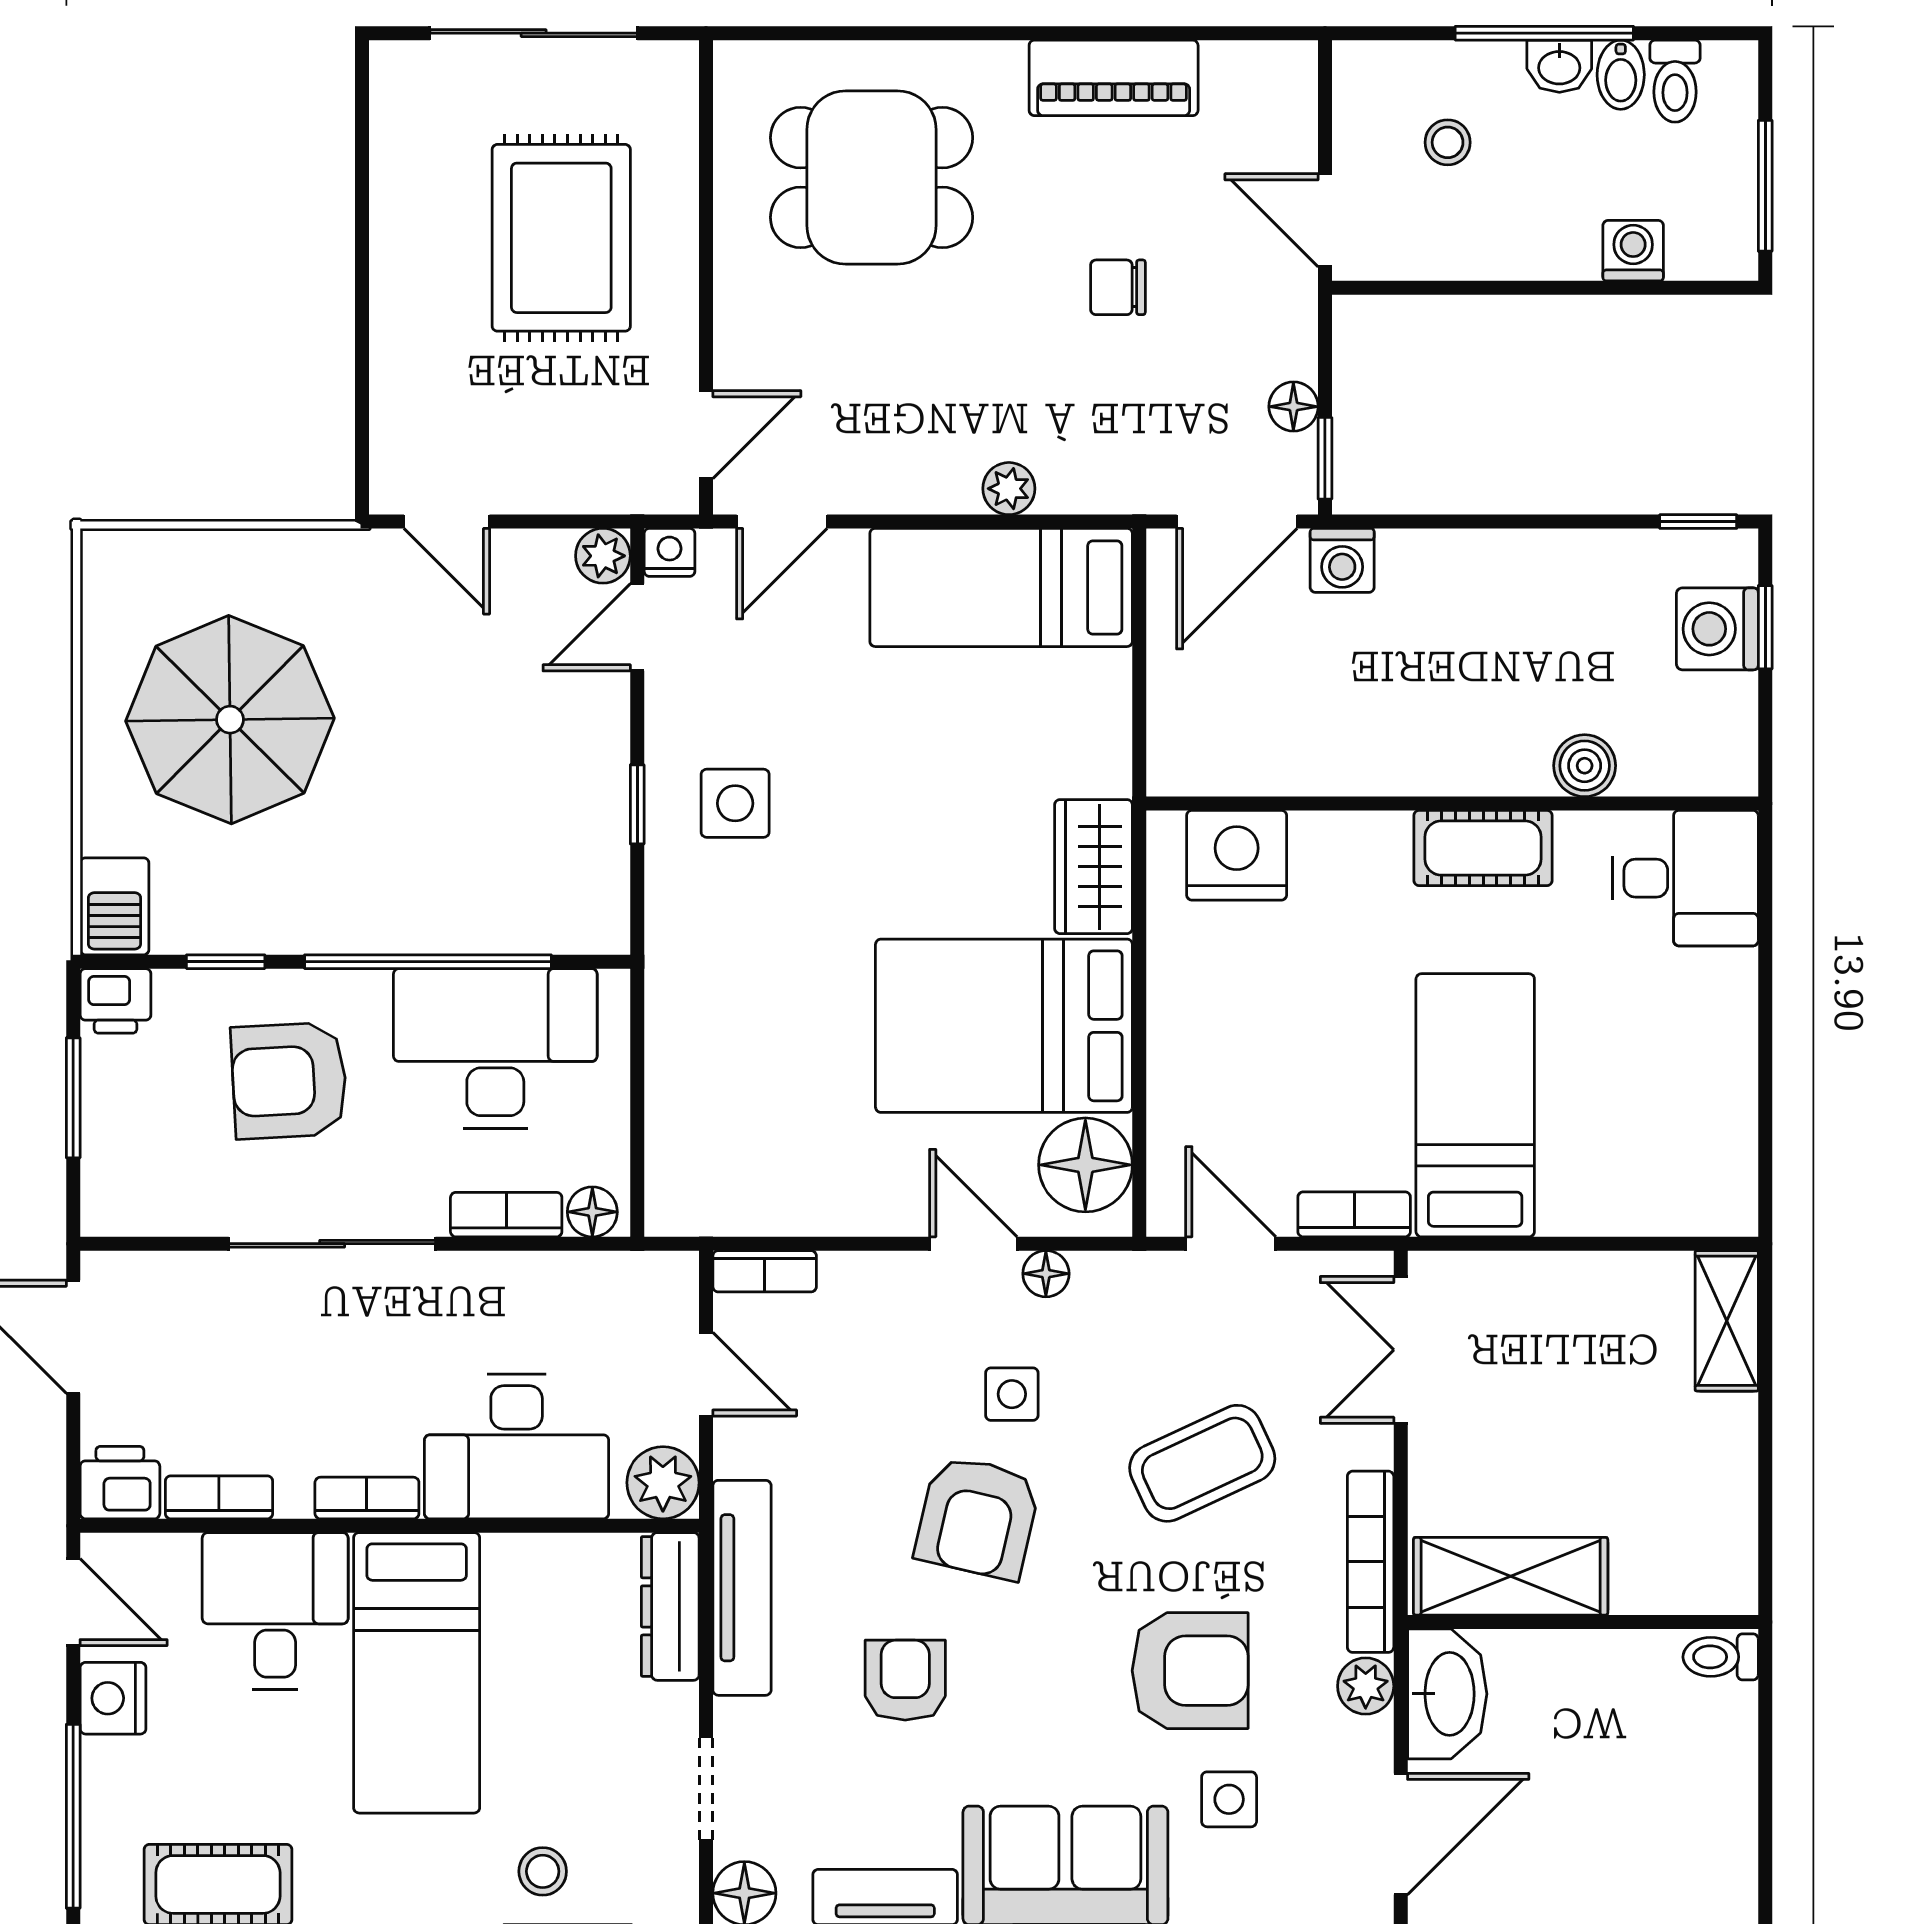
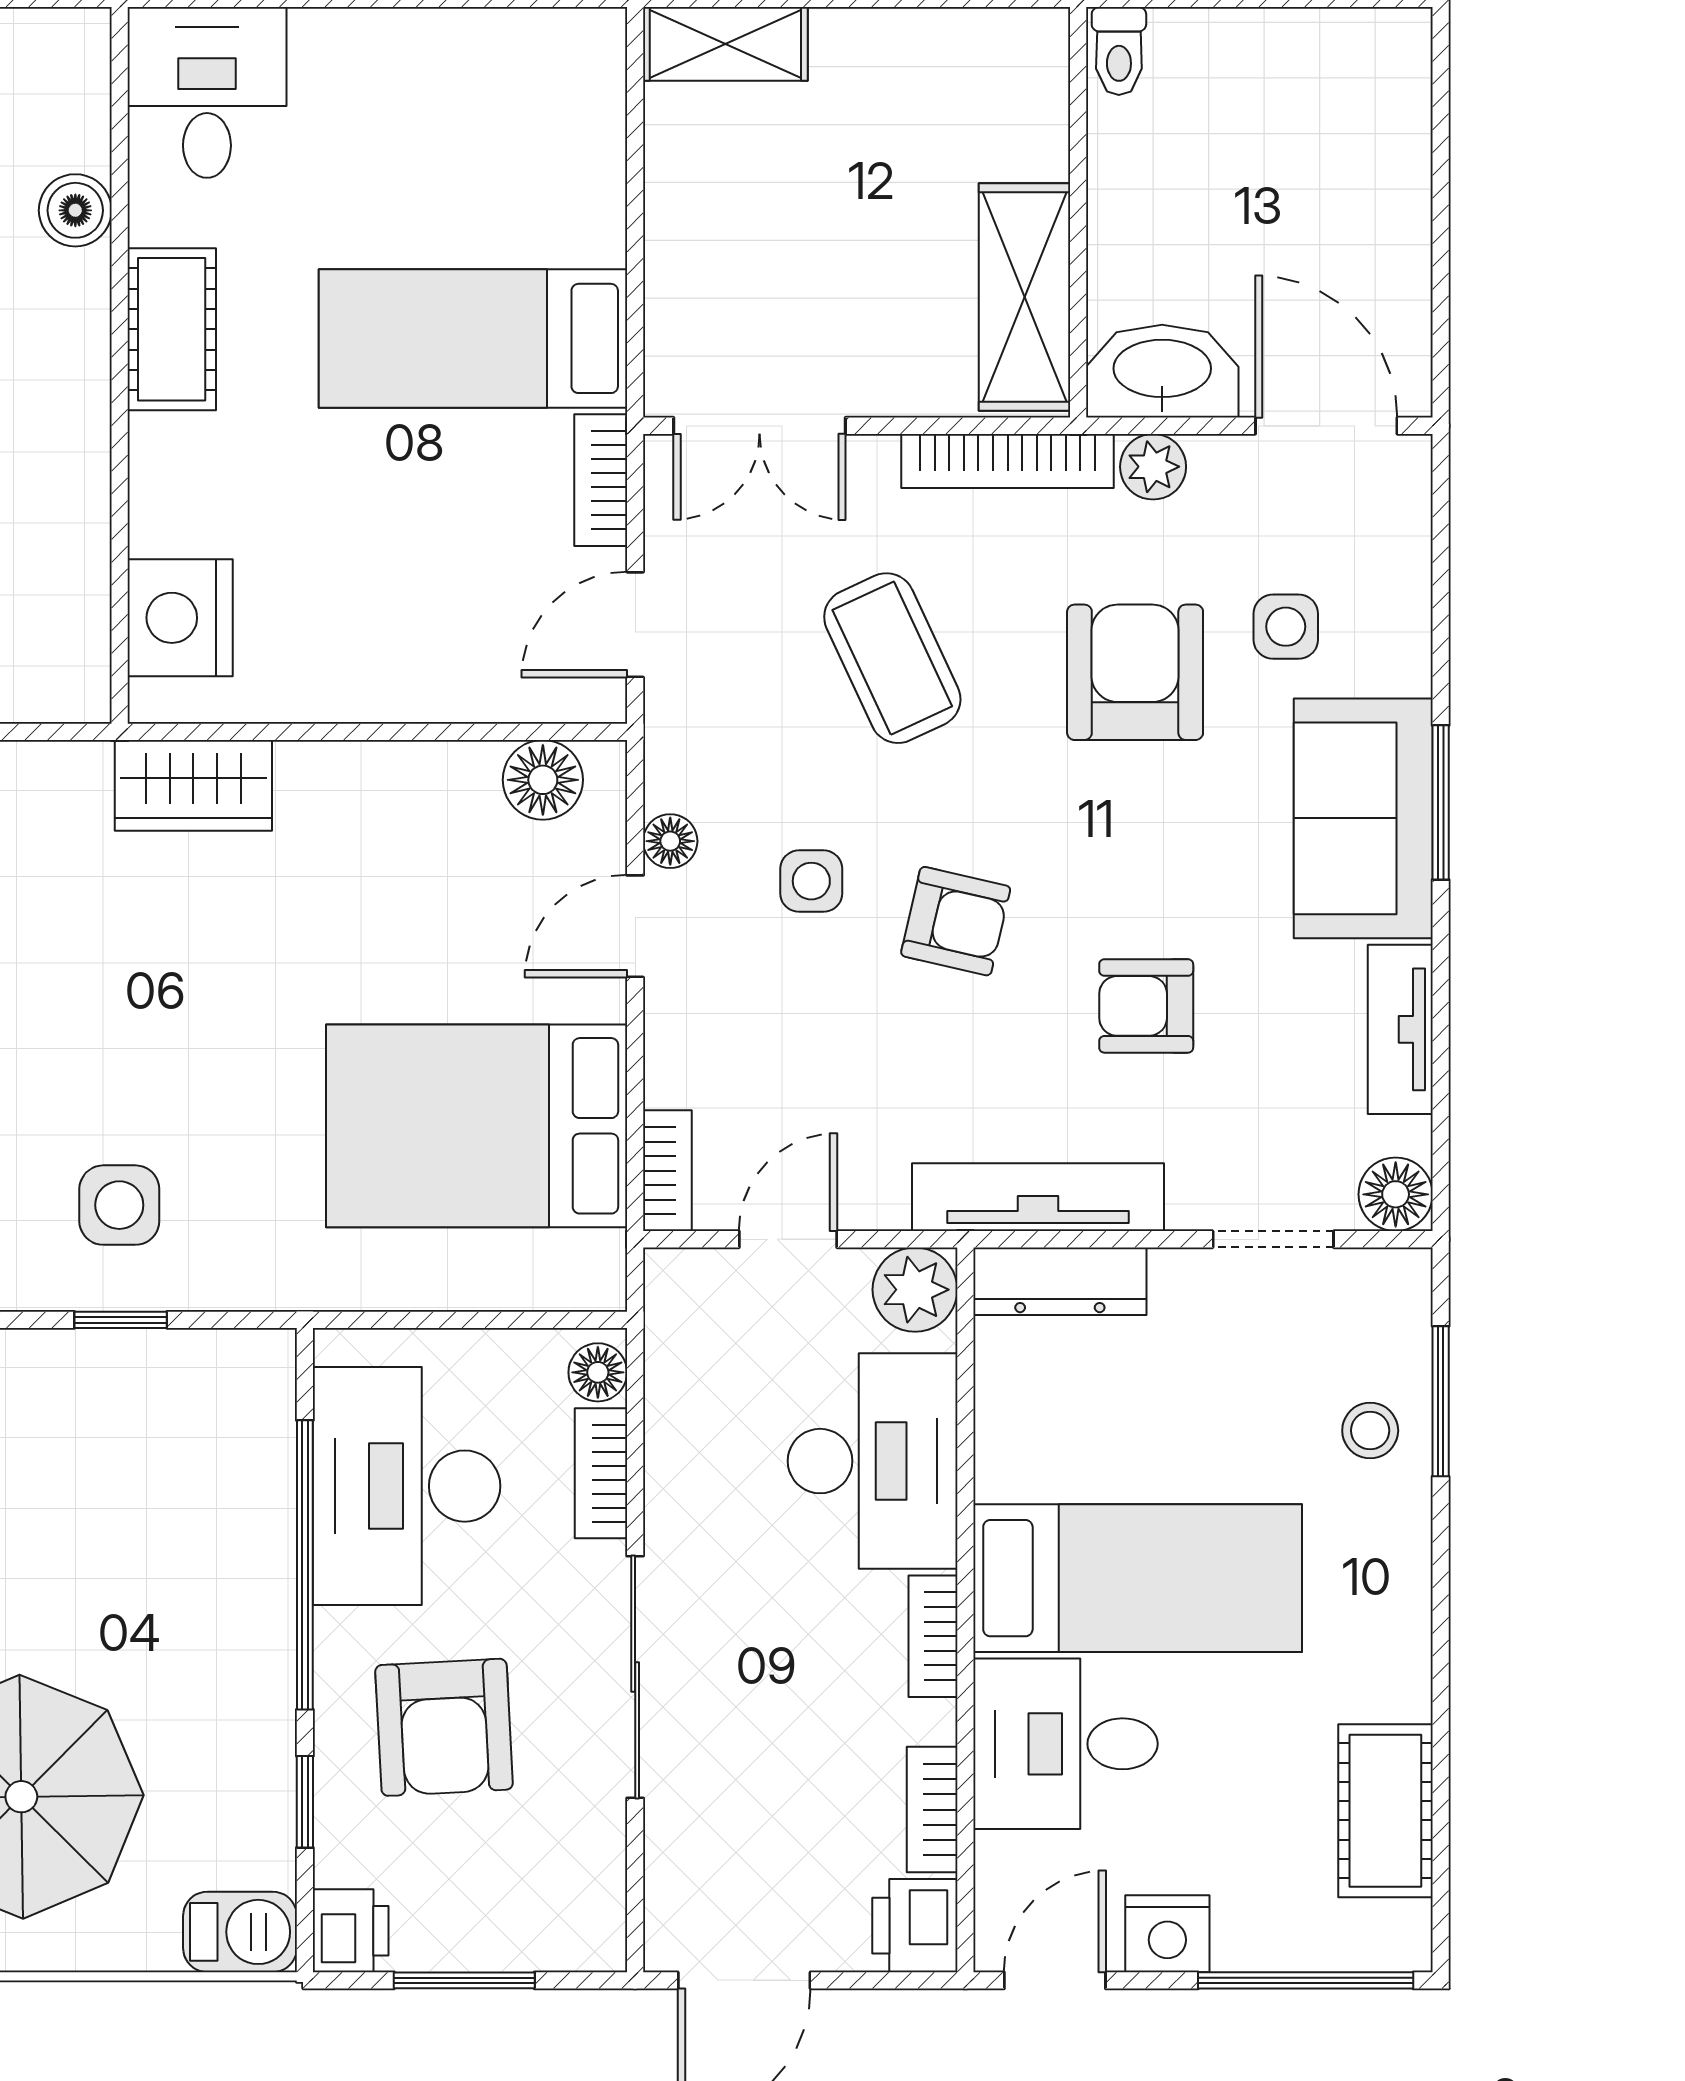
bed: (1004, 1026) -> (477, 1126), moved, turned 90
floor lamp: (1085, 1165) -> (543, 780), width x0.73, depth x0.73
armchair: (978, 1517) -> (956, 921), width x0.72, depth x0.72

